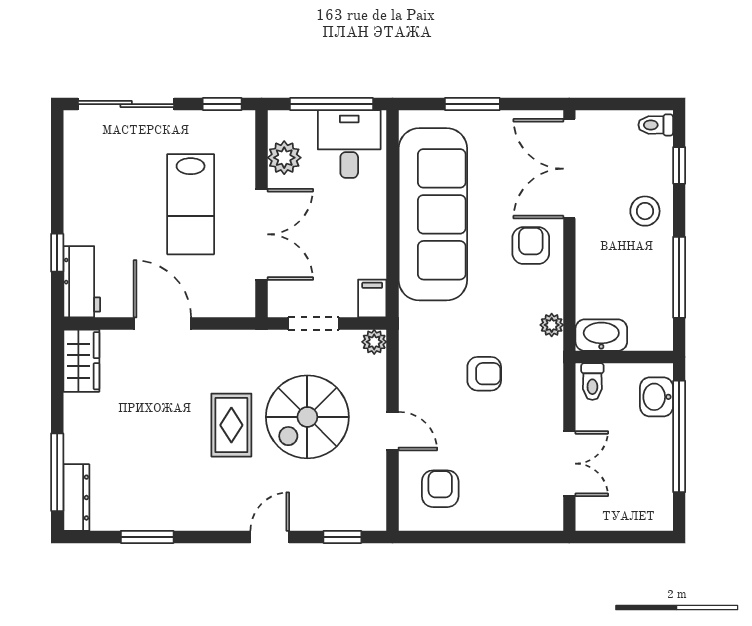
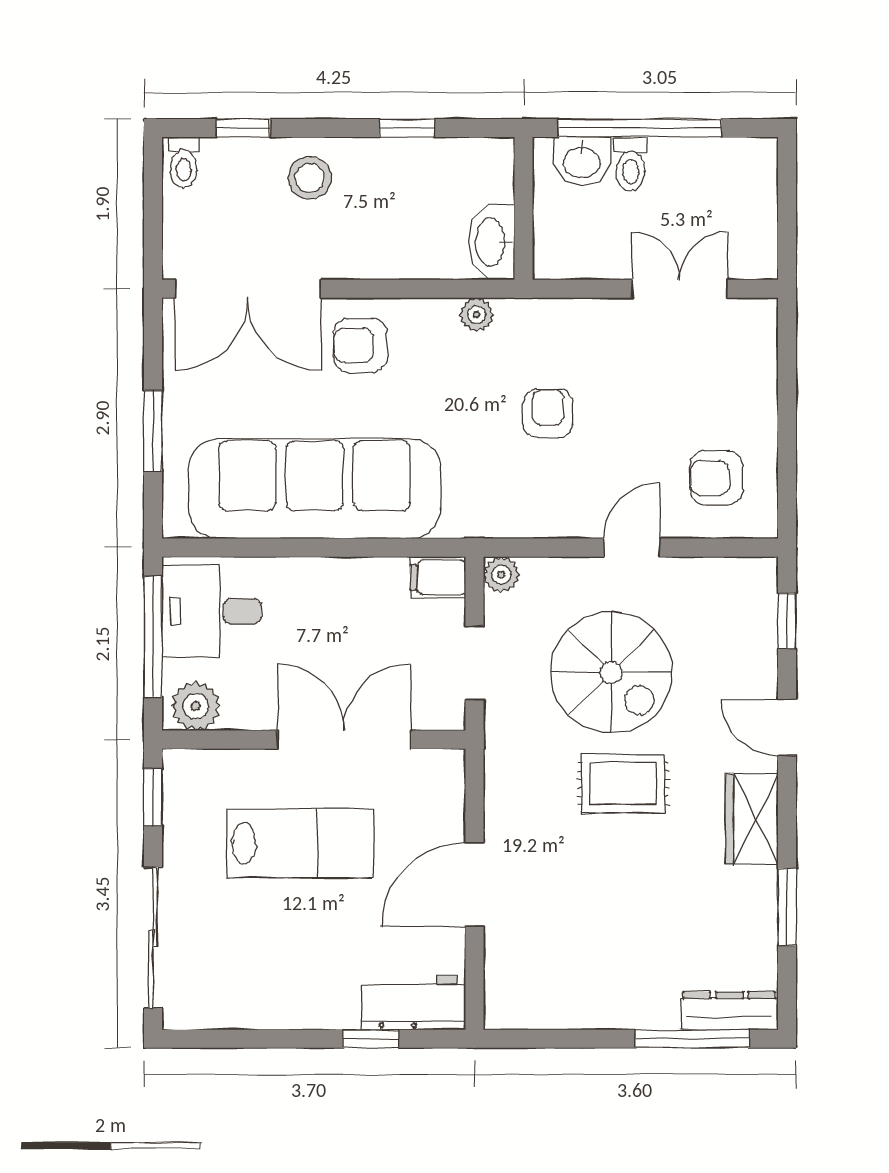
plant: (284, 158) -> (196, 706), moved
window: (679, 277) -> (407, 128), width x0.46
wardrobe: (81, 361) -> (752, 819), moved, turned -90
toilet: (592, 382) -> (631, 164), moved, turned 90

